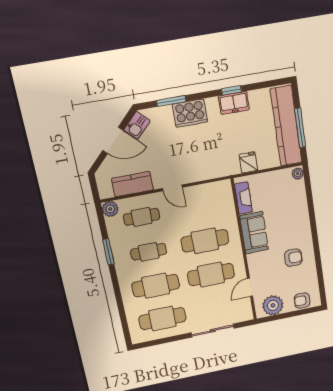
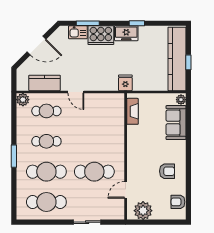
freezer: (234, 103) -> (126, 33), moved
kitchen sink: (137, 125) -> (78, 32), moved, turned 45
window: (300, 128) -> (188, 62), width x0.46
fridge: (248, 162) -> (125, 83), moved
sofa: (254, 233) -> (176, 123), moved, turned 180
cafe table: (205, 241) -> (94, 141), removed
window: (108, 252) -> (14, 156), moved
armchair: (302, 301) -> (178, 202), moved
sliding door: (213, 330) -> (87, 222), width x0.73

